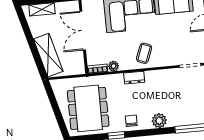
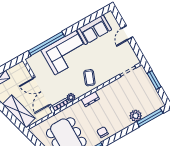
double door: (83, 31) -> (42, 91), moved
plant: (159, 121) -> (136, 116), moved

